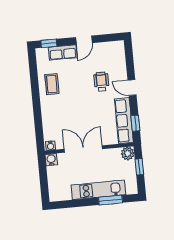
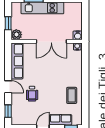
window: (135, 123) -> (8, 111), moved

